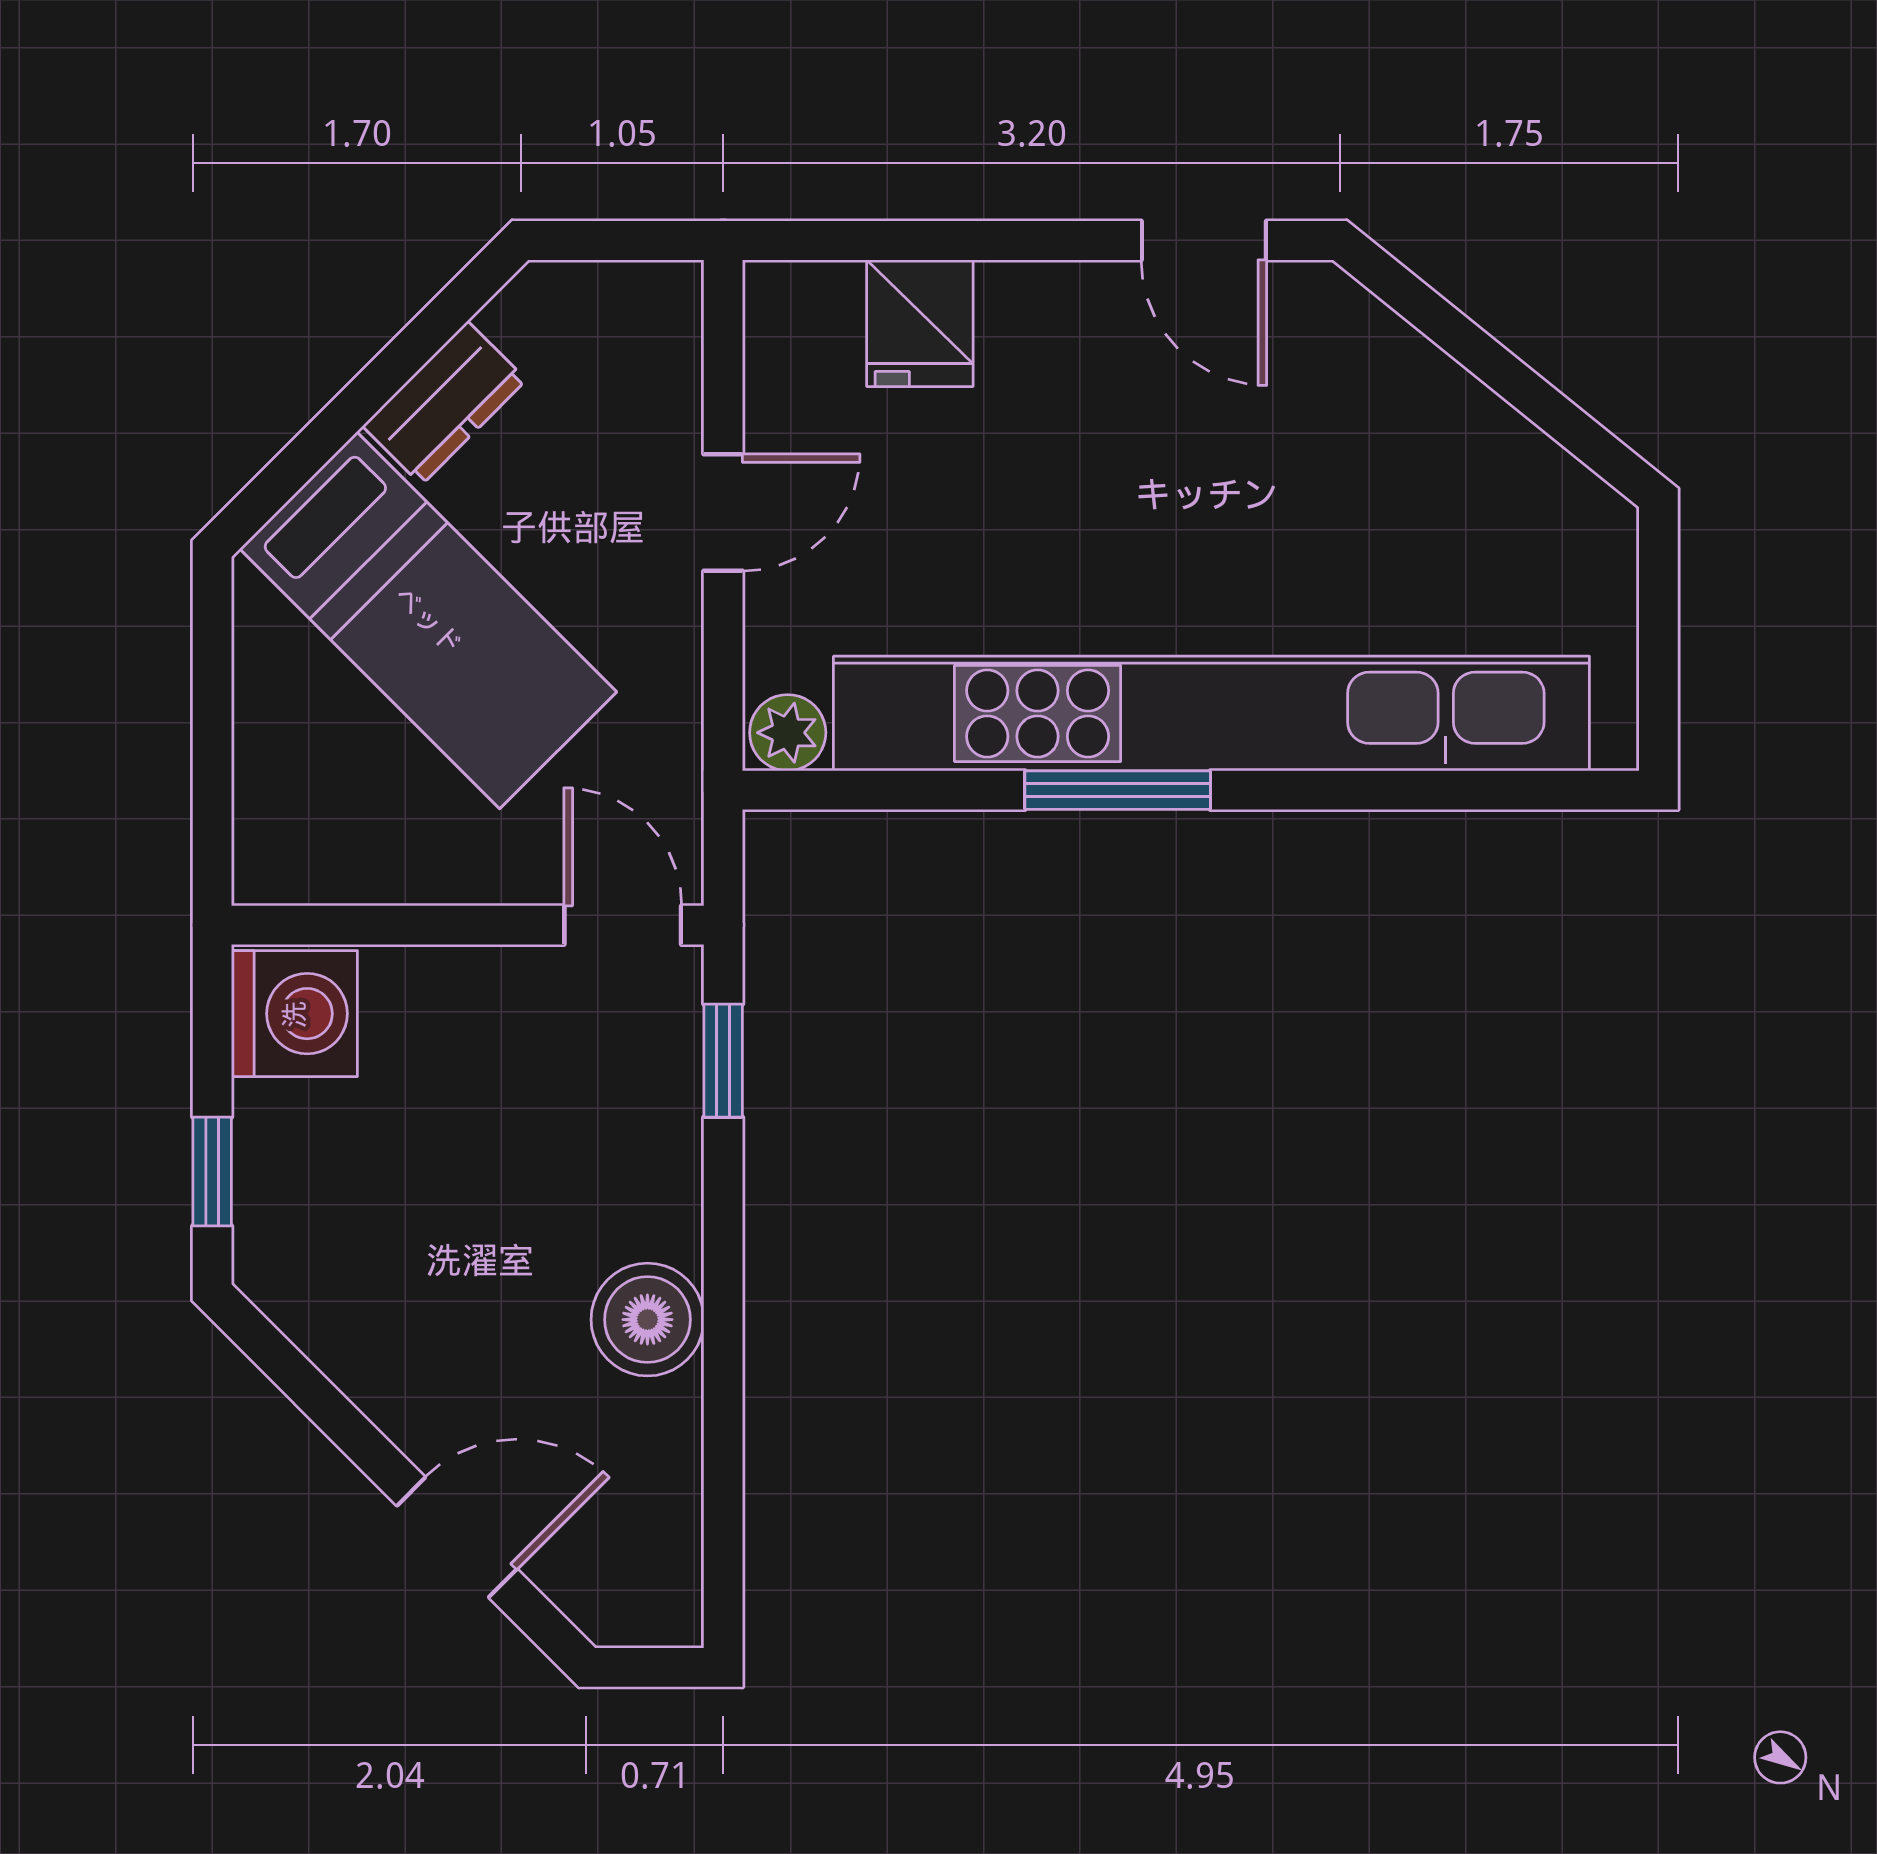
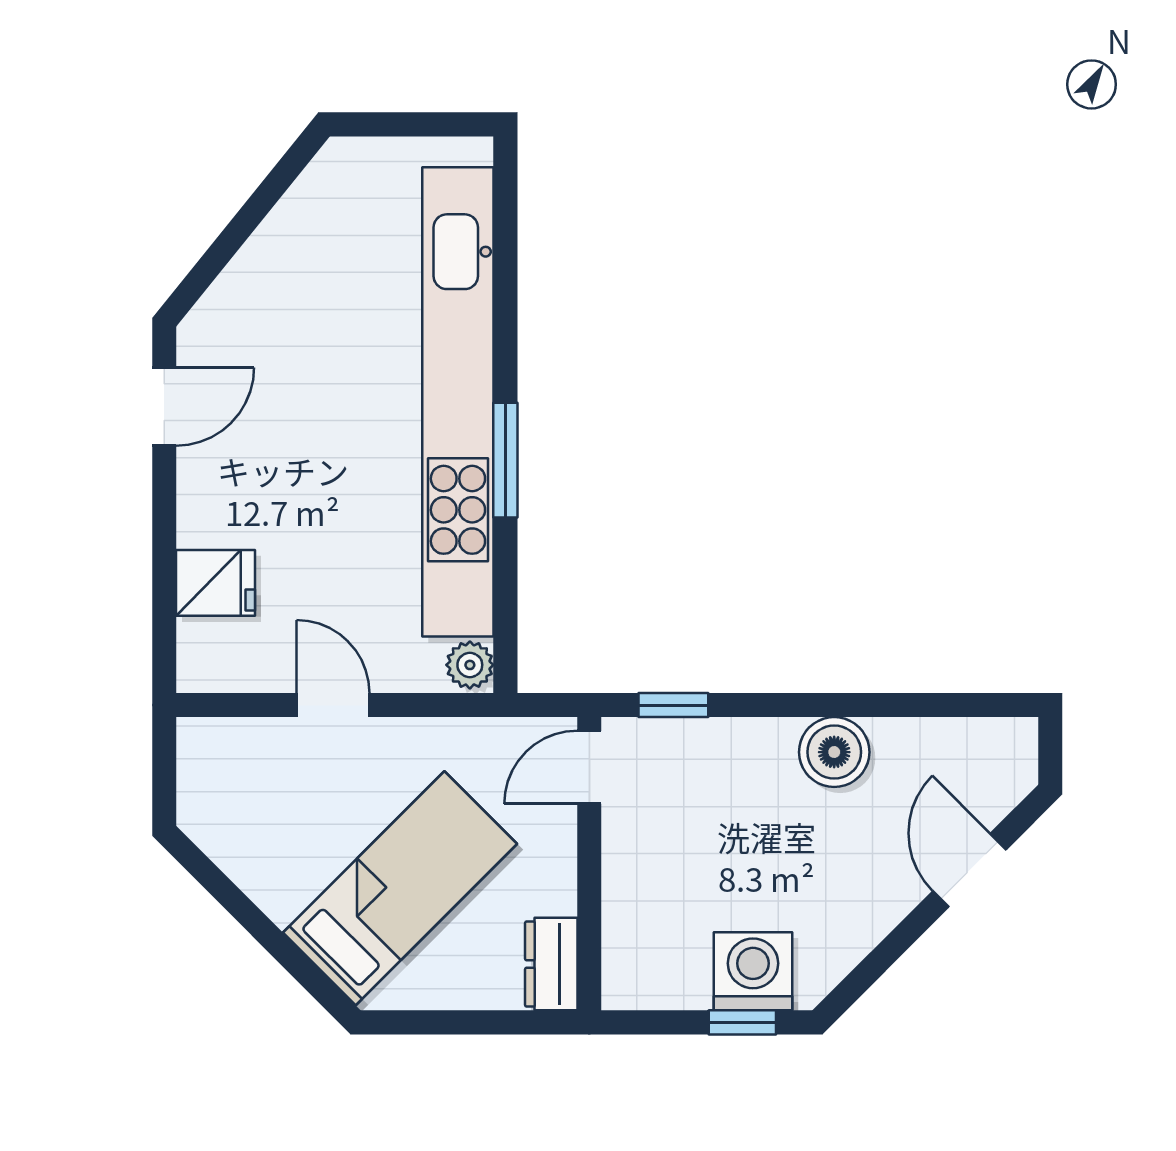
dresser: (444, 403) -> (551, 964), moved, turned -135
washing machine: (294, 1014) -> (753, 971), moved

